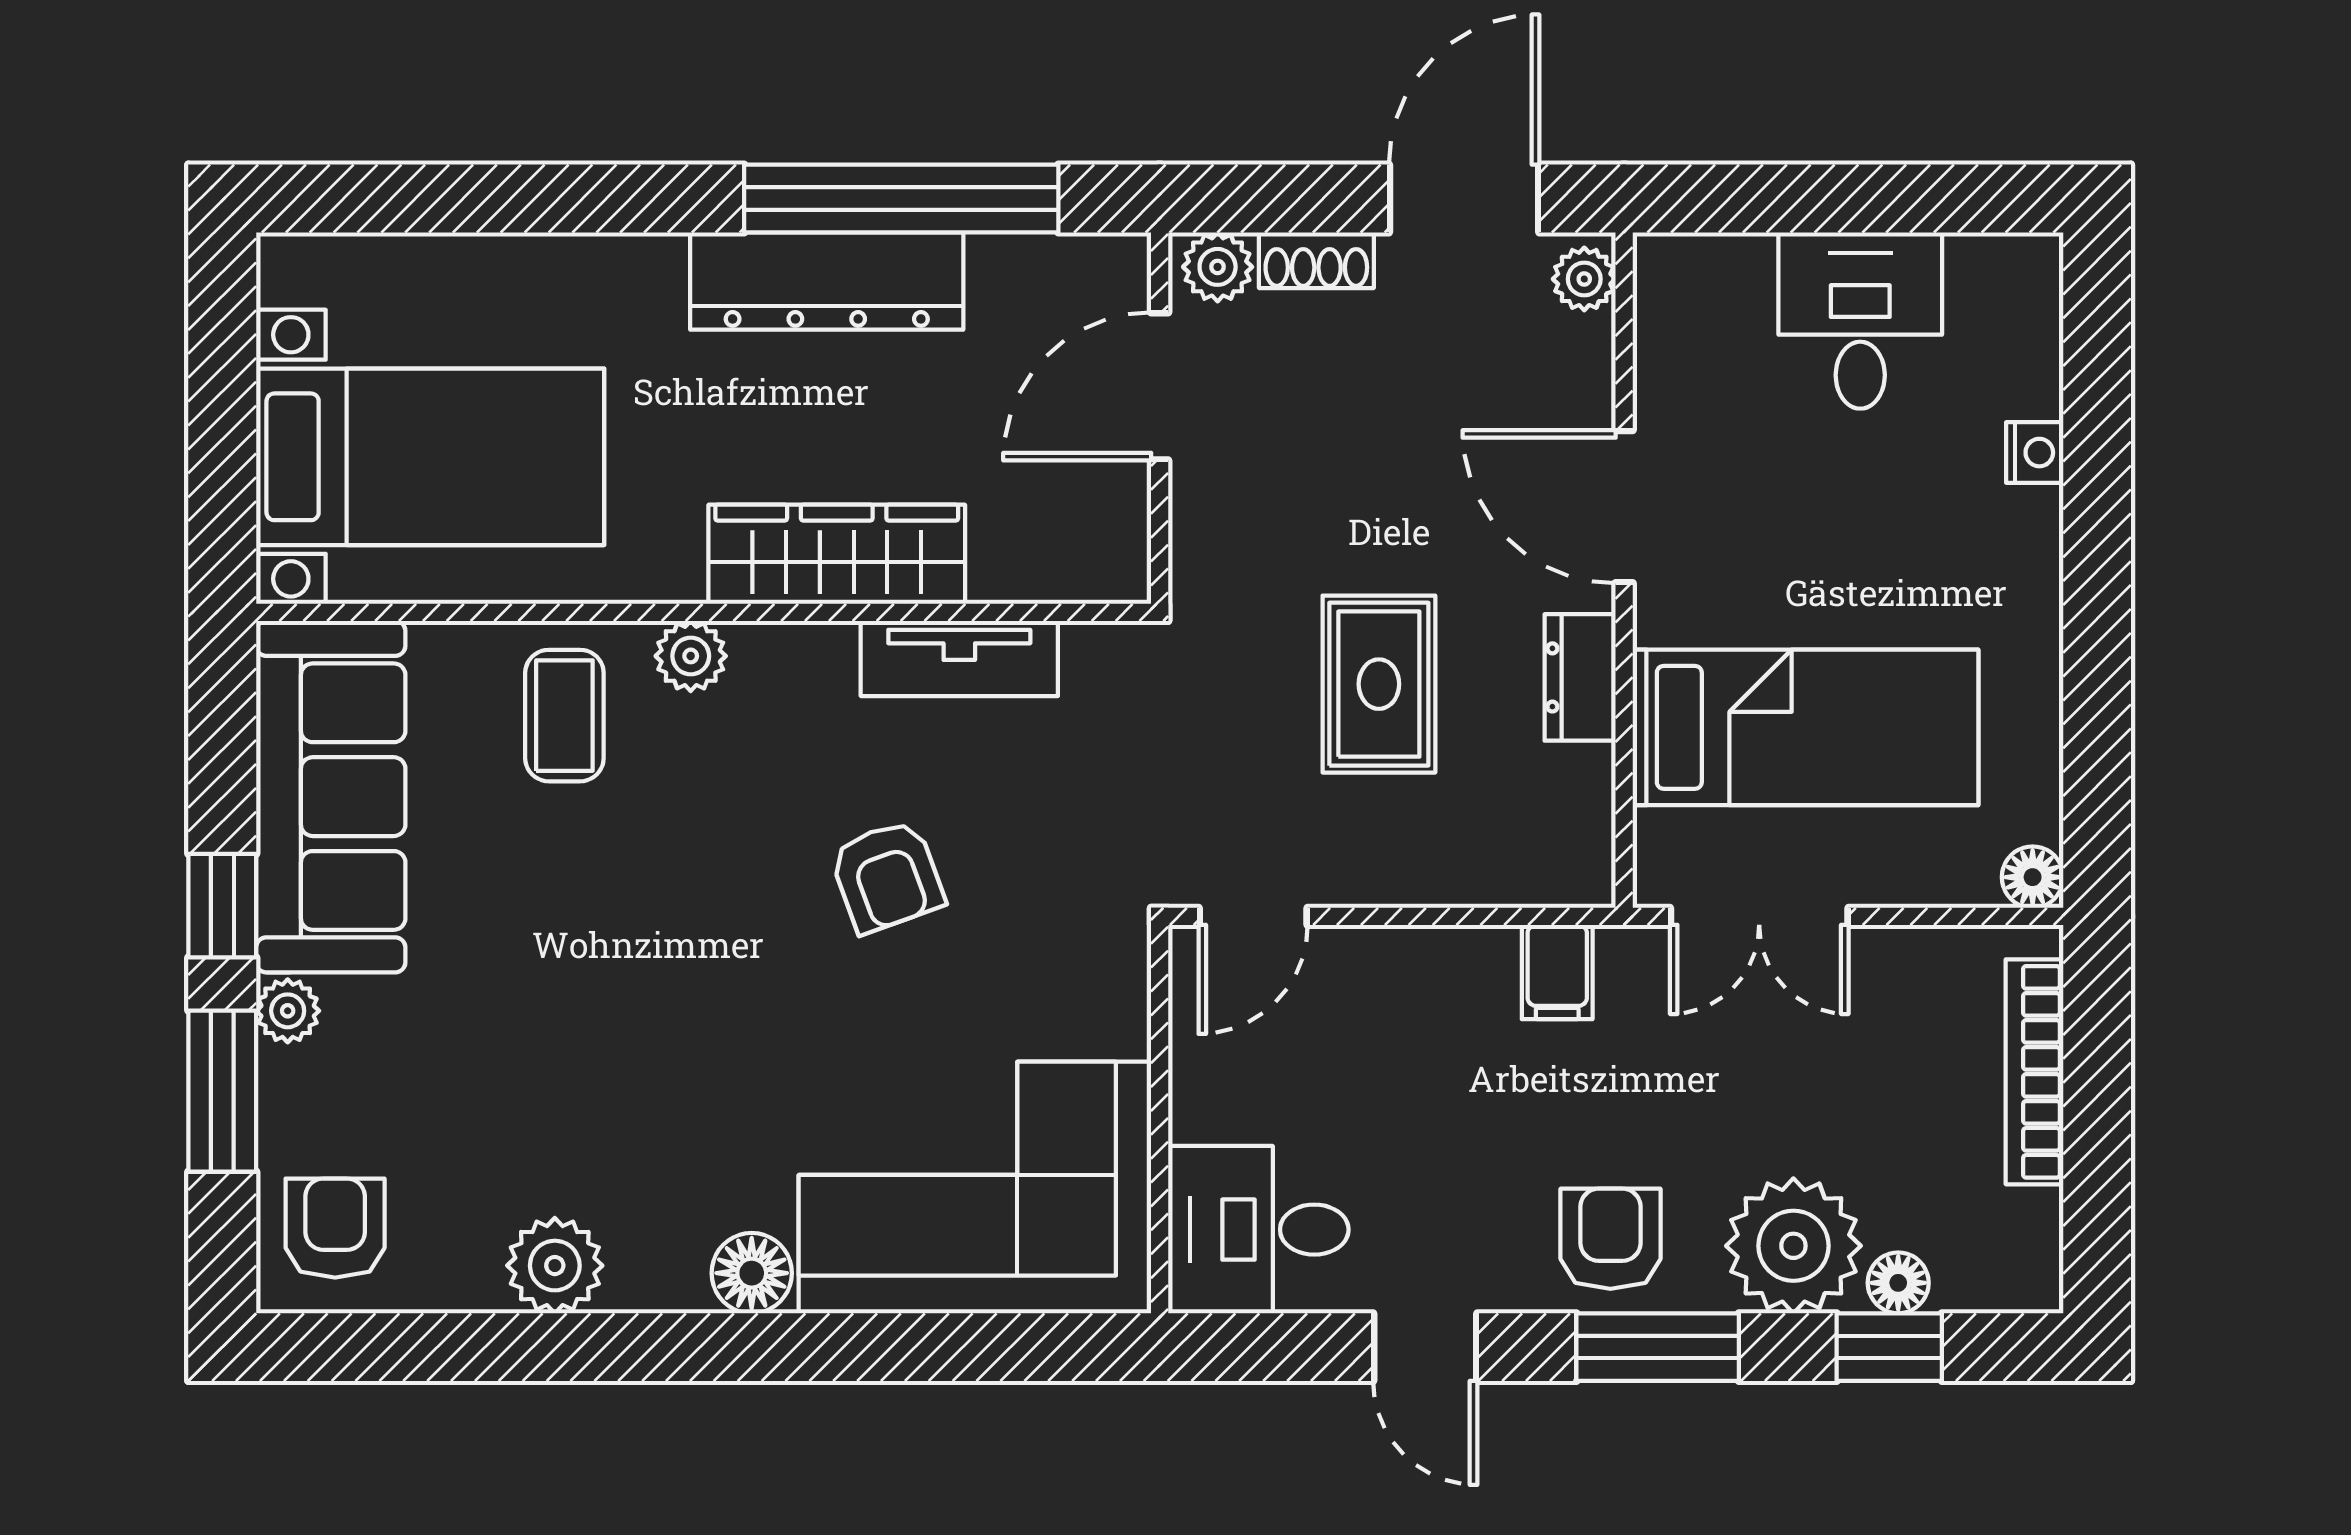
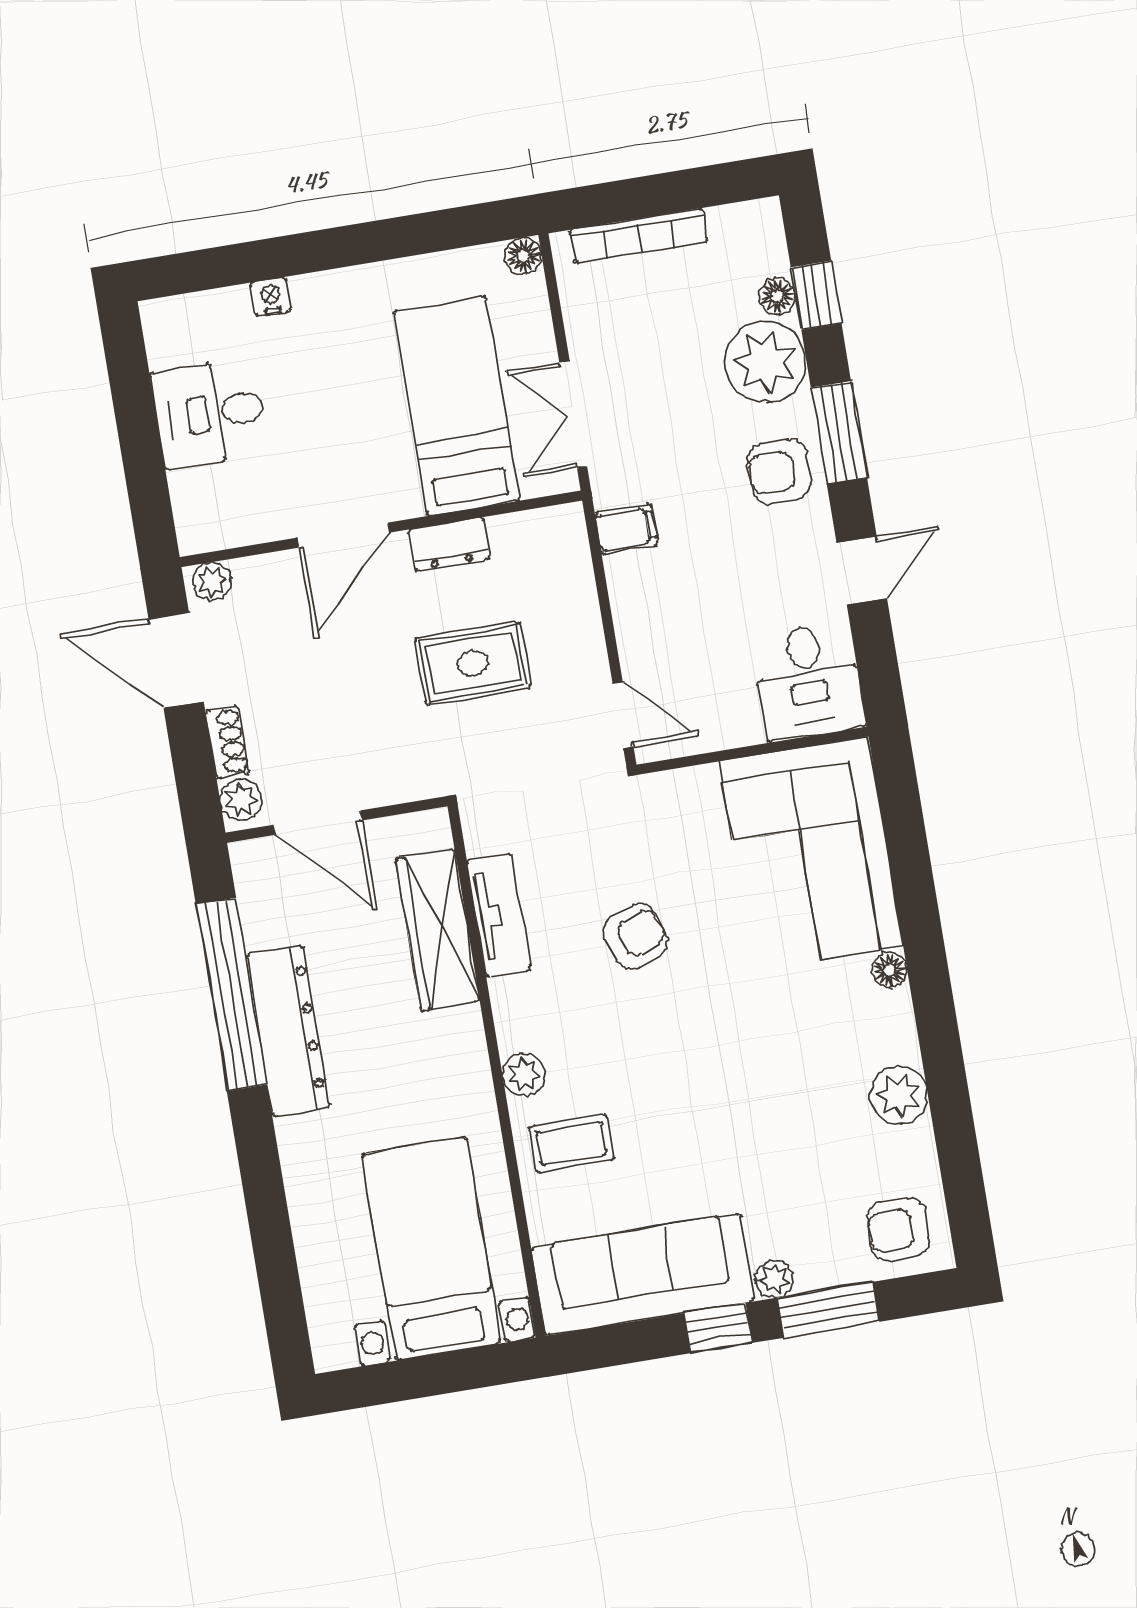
wardrobe: (837, 554) -> (438, 930), moved
double door: (1759, 916) -> (573, 415), swing flipped
floor lamp: (752, 1273) -> (889, 970), width x0.73, depth x0.73

